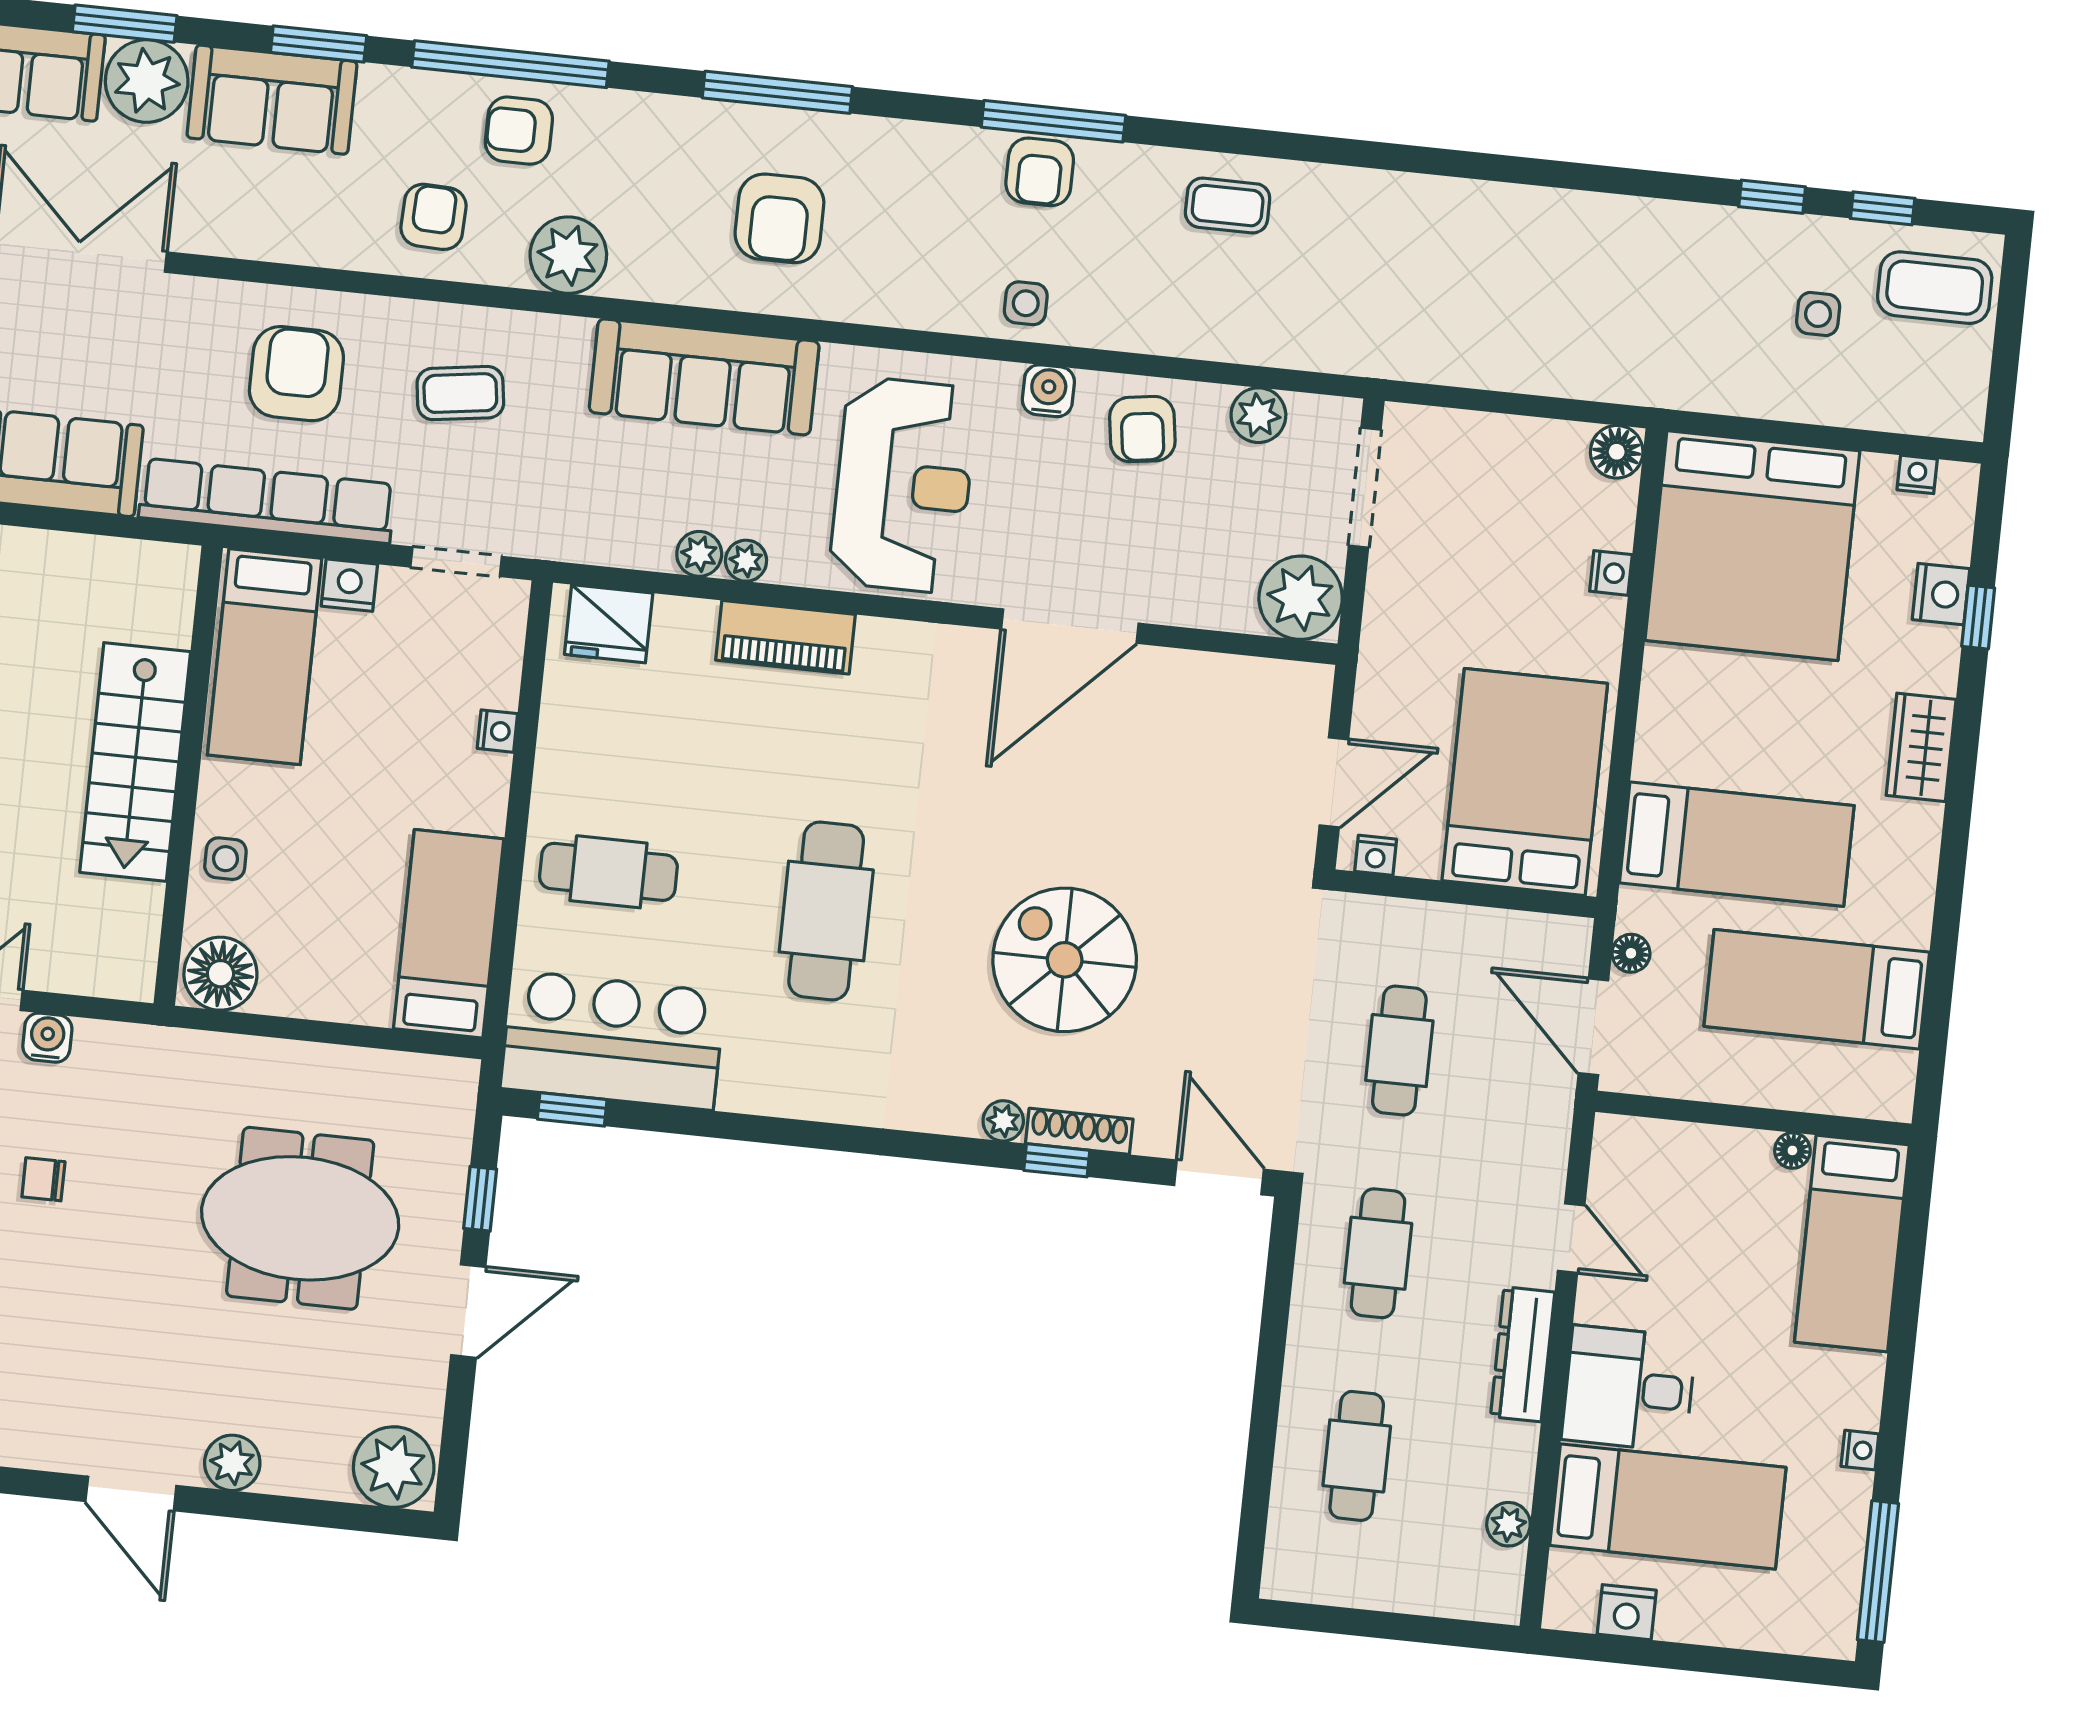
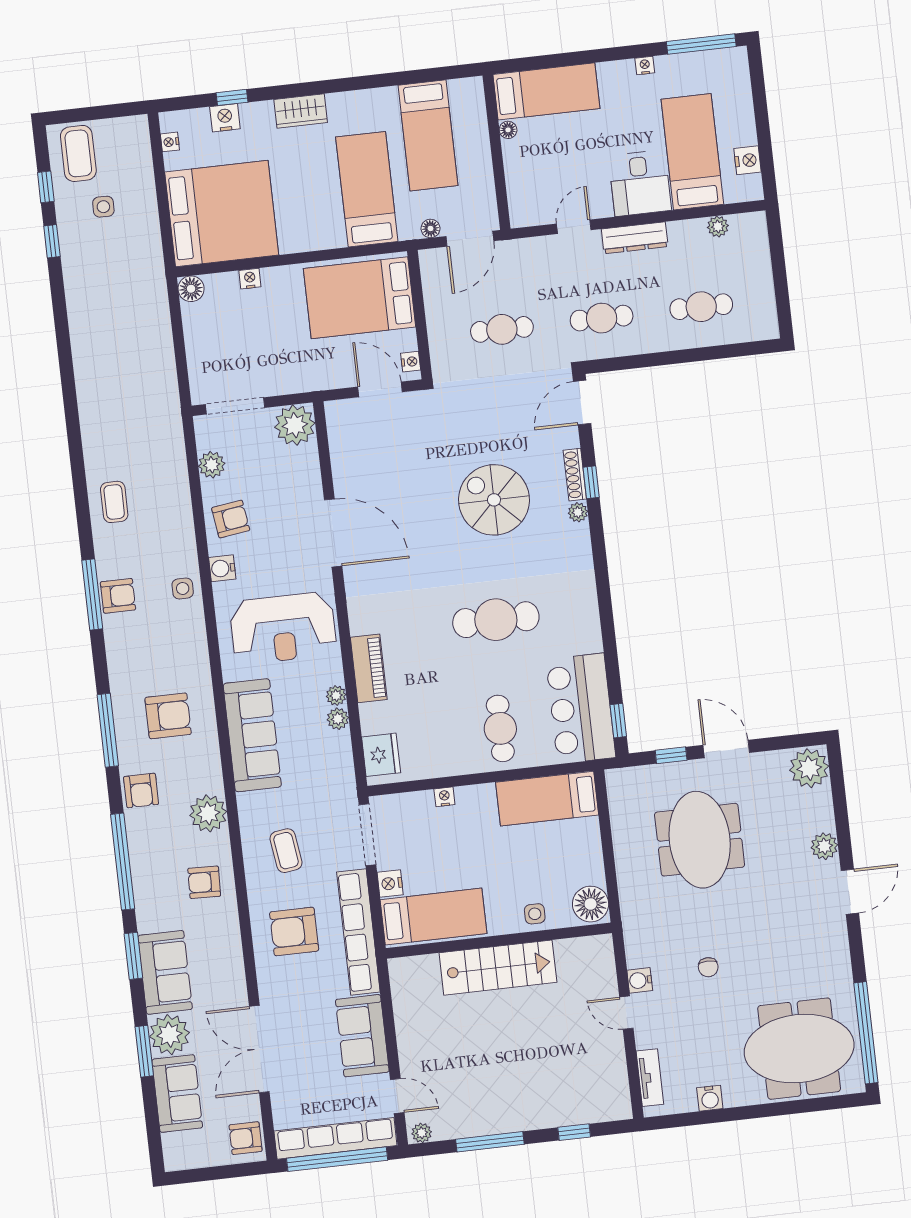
armchair: (519, 131) -> (141, 790), moved
reception desk: (903, 485) -> (283, 628), turned 180
doorway: (456, 562) -> (367, 835), width x1.38
spiral stairs: (1065, 960) -> (494, 500), turned 90

